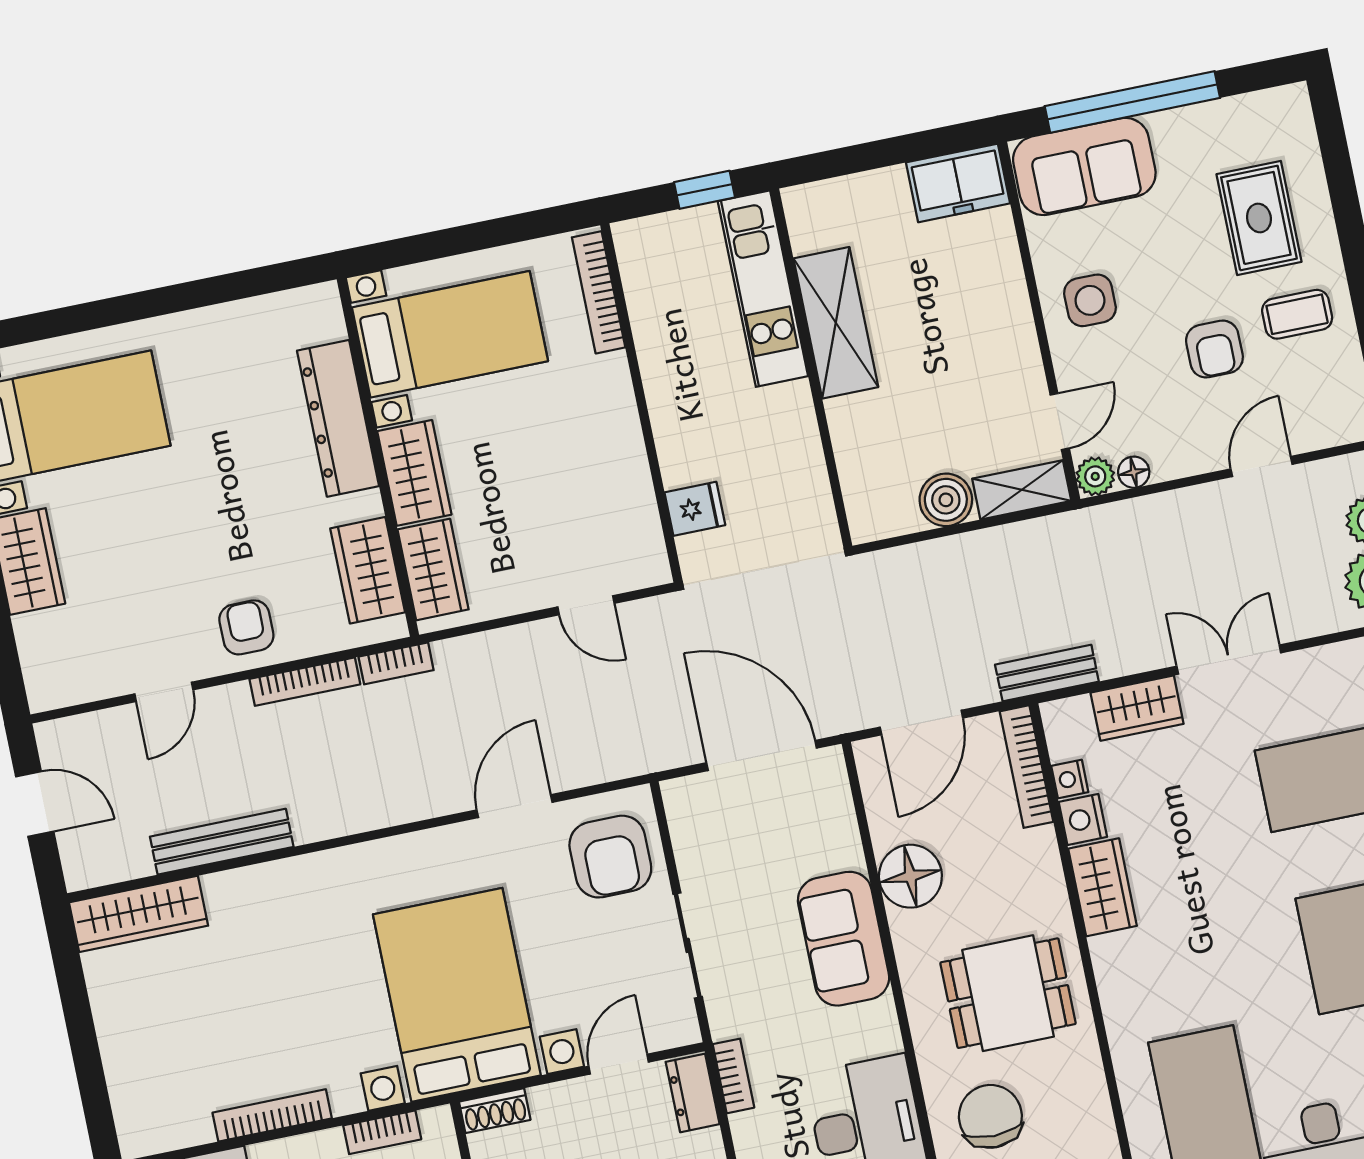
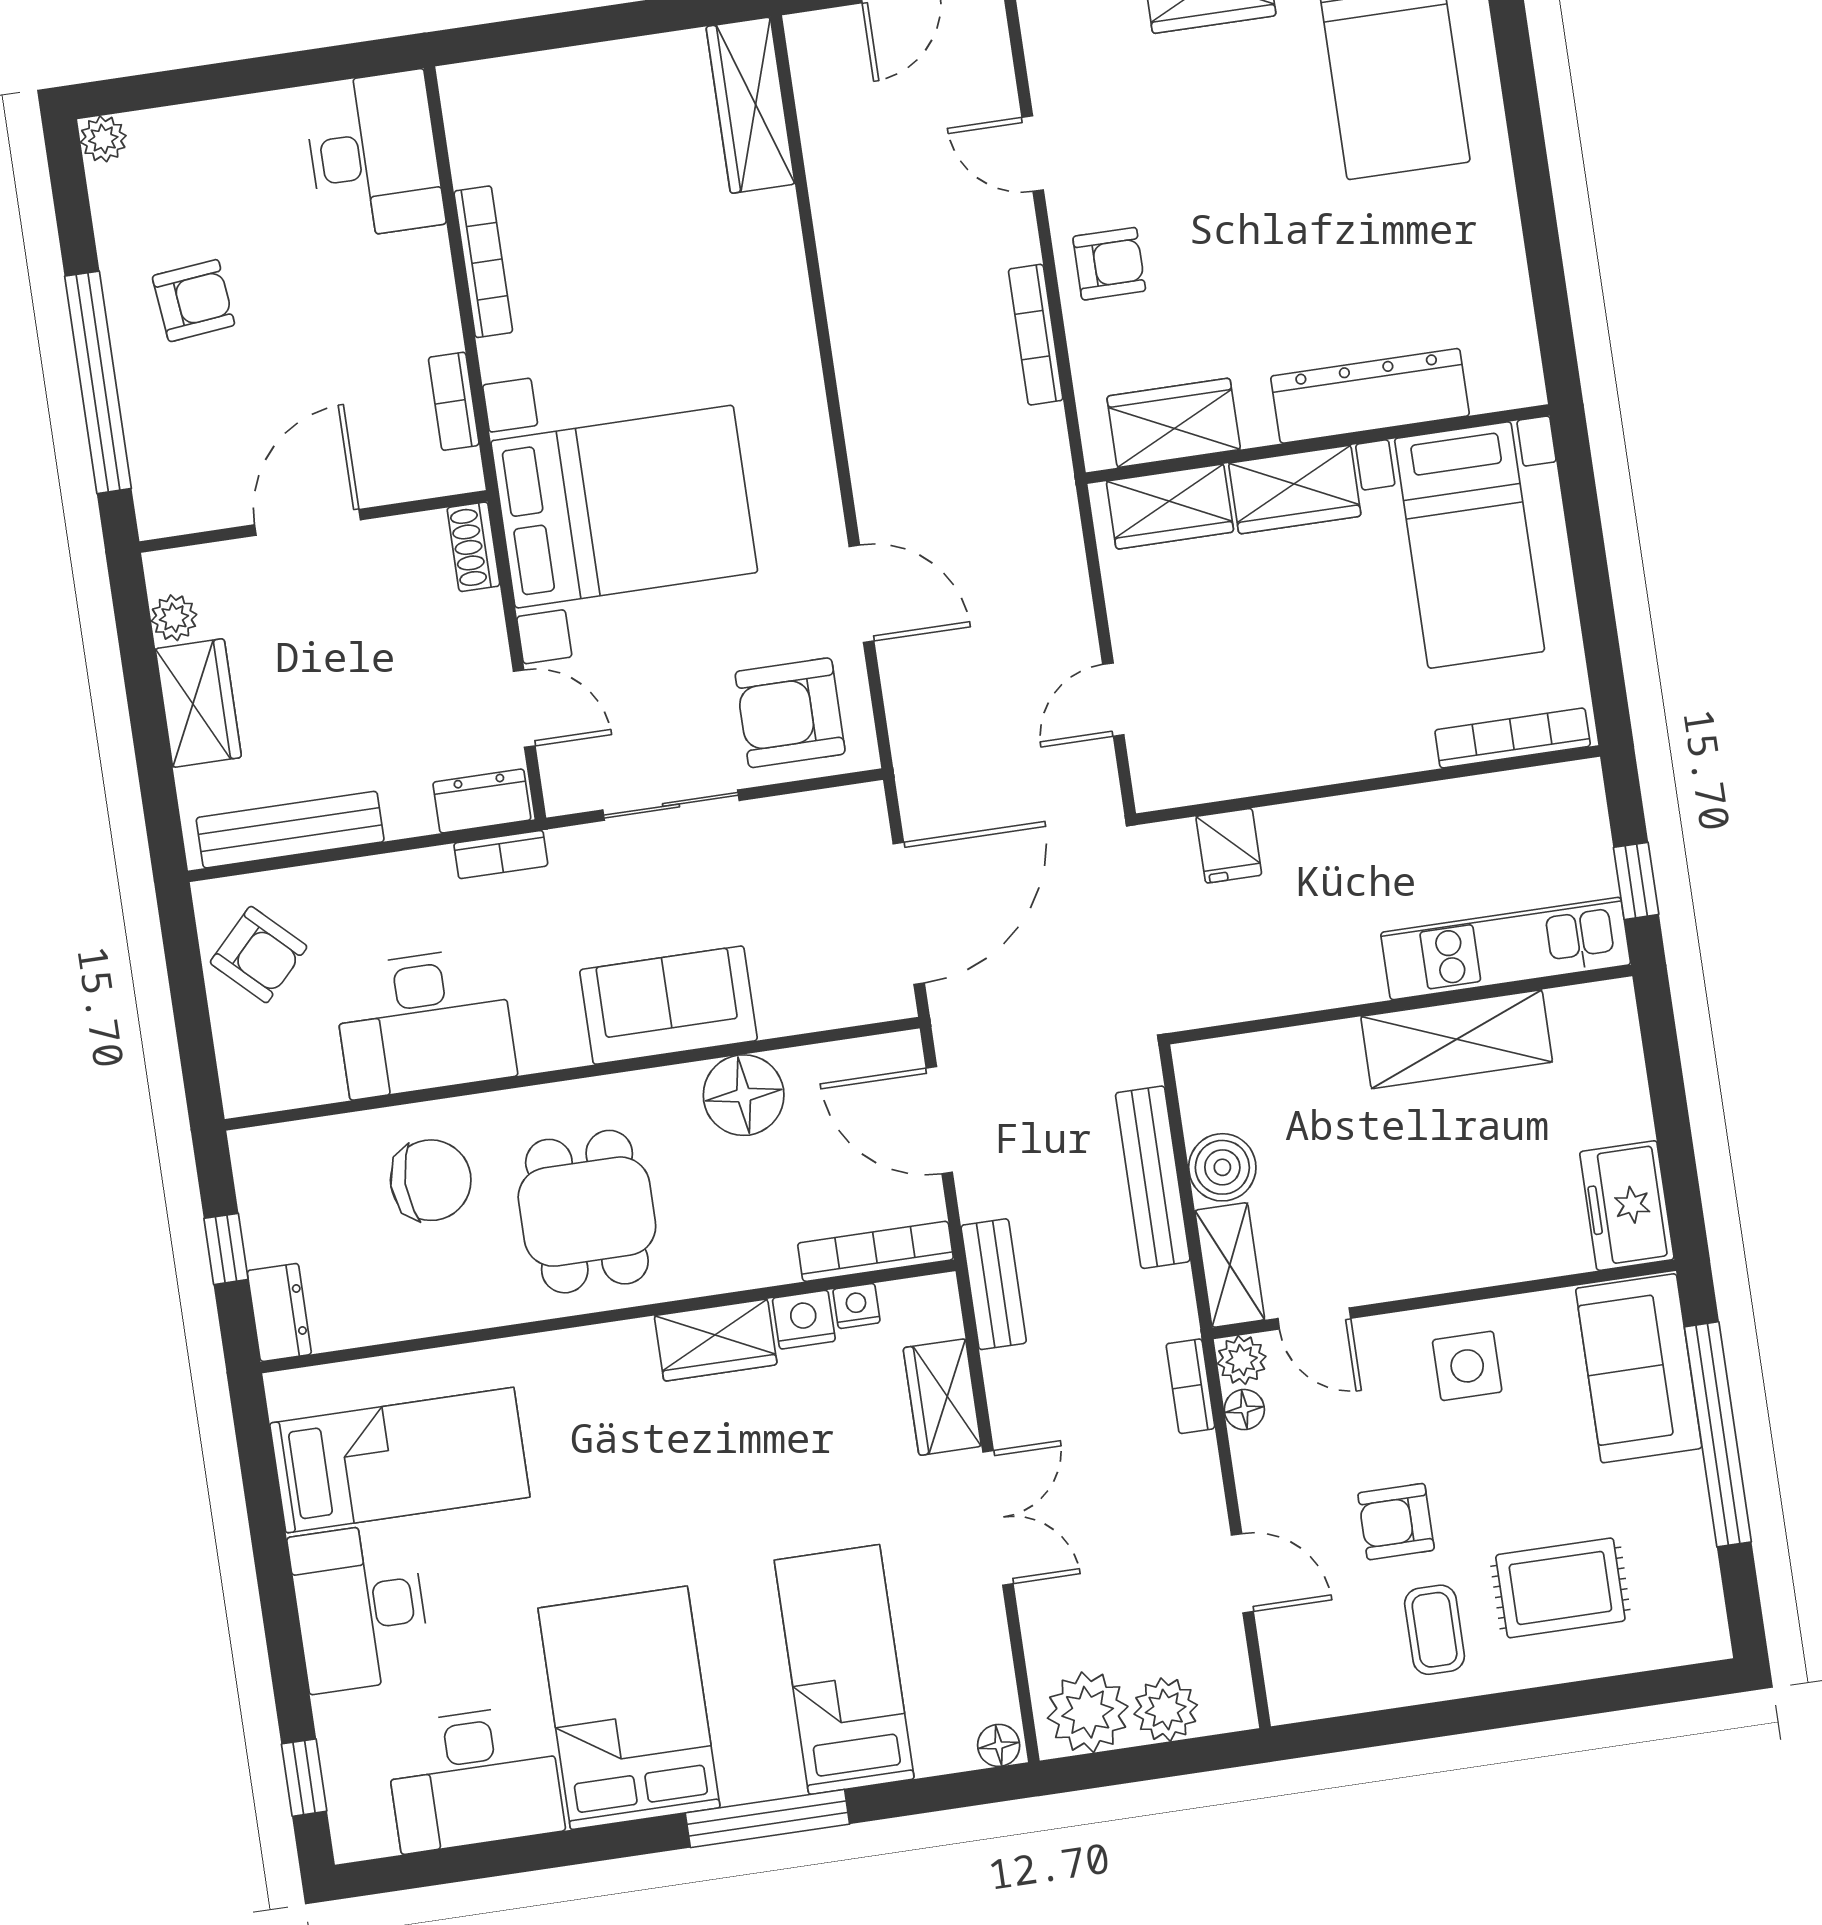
bookcase: (396, 663) -> (1190, 1386), moved
bench: (222, 842) -> (1153, 1177), moved

